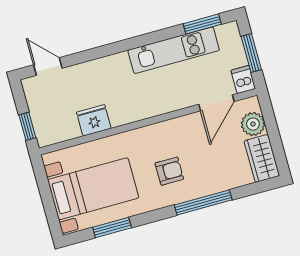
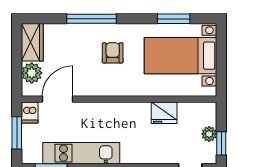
plant: (38, 111) -> (209, 134), added
window: (27, 126) -> (221, 143), moved
armchair: (169, 171) -> (113, 53), turned 90

